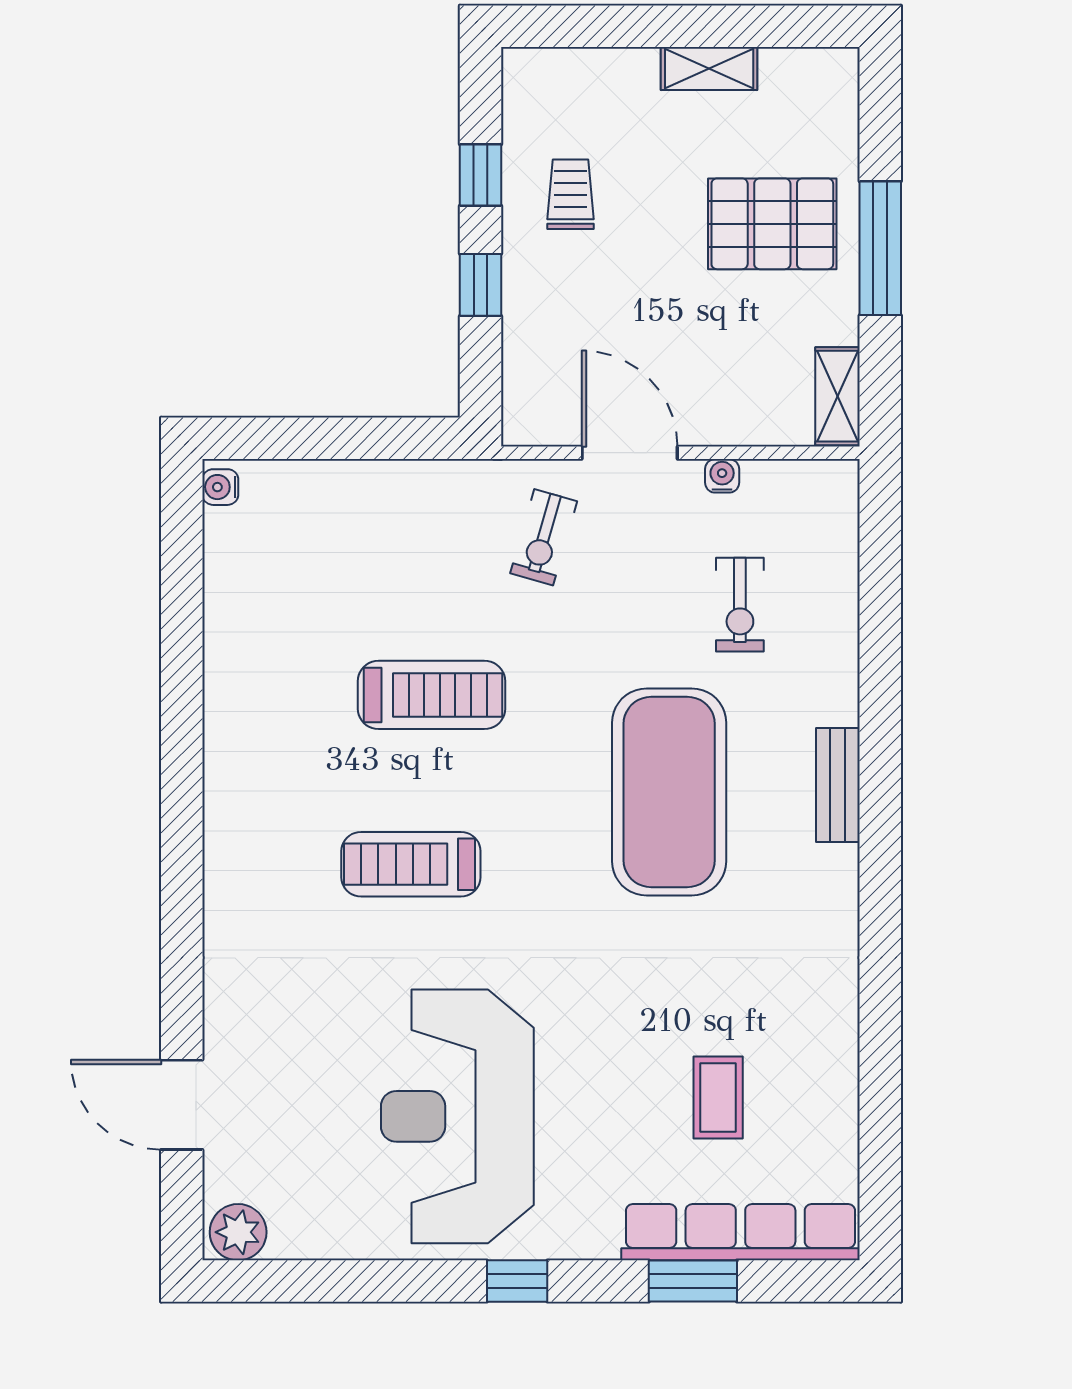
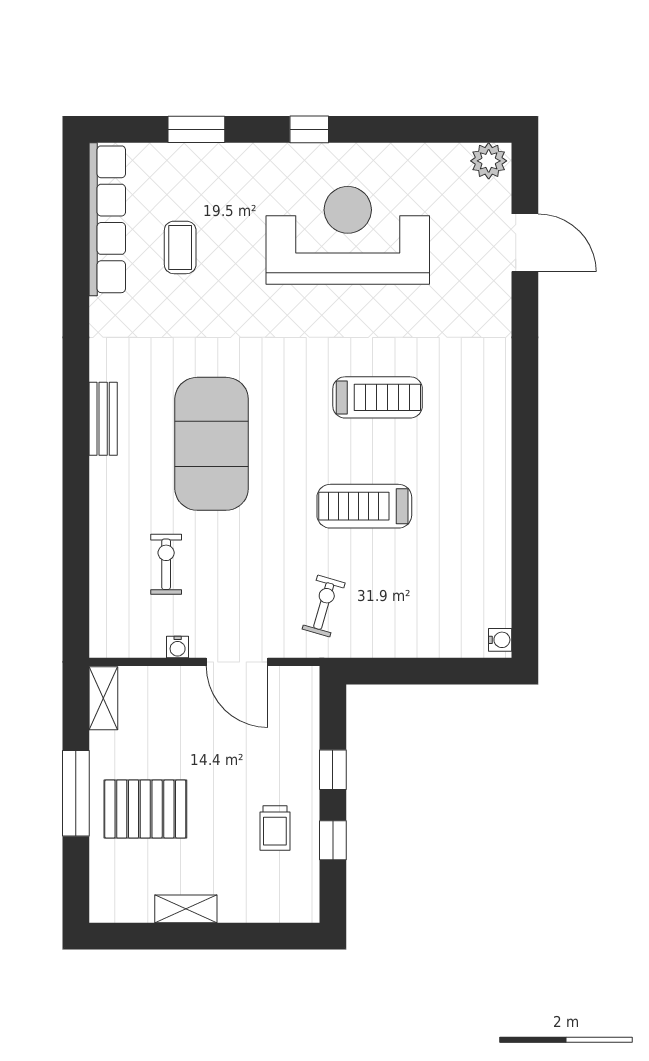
exercise bike: (544, 537) -> (324, 606), moved
bench: (838, 785) -> (103, 419), moved
reception desk: (457, 1116) -> (348, 235), turned -90
row of seats: (740, 1232) -> (107, 219), moved, turned -90

